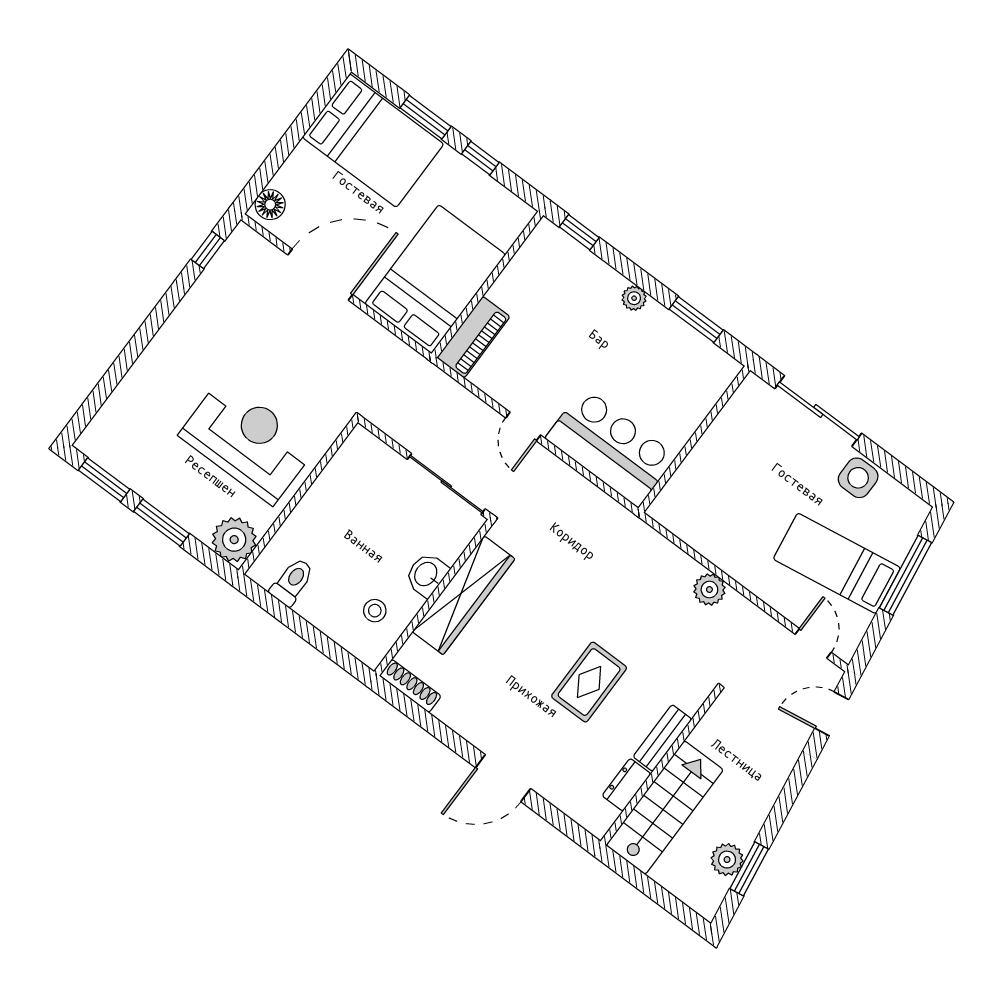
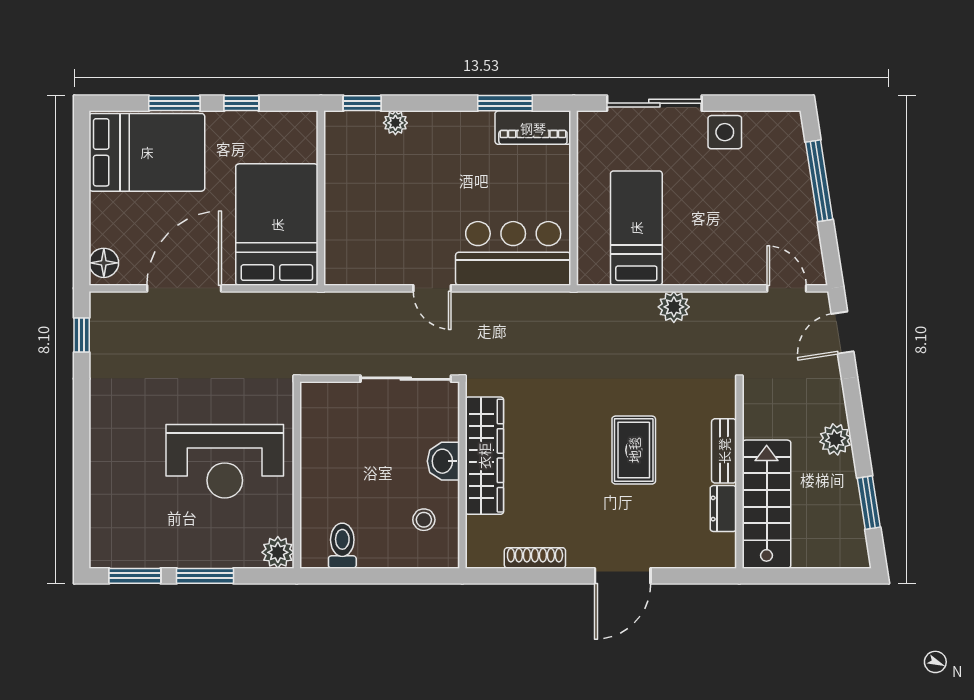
plant: (634, 298) -> (395, 123), moved
piano: (473, 337) -> (533, 128), moved, turned 90
reception desk: (248, 441) -> (225, 461), turned 180
plant: (234, 540) -> (278, 552), width x0.73, depth x0.73
bed: (837, 563) -> (636, 228), moved, turned 99
shoe rack: (410, 686) -> (535, 558), moved
plant: (727, 860) -> (835, 439), moved

